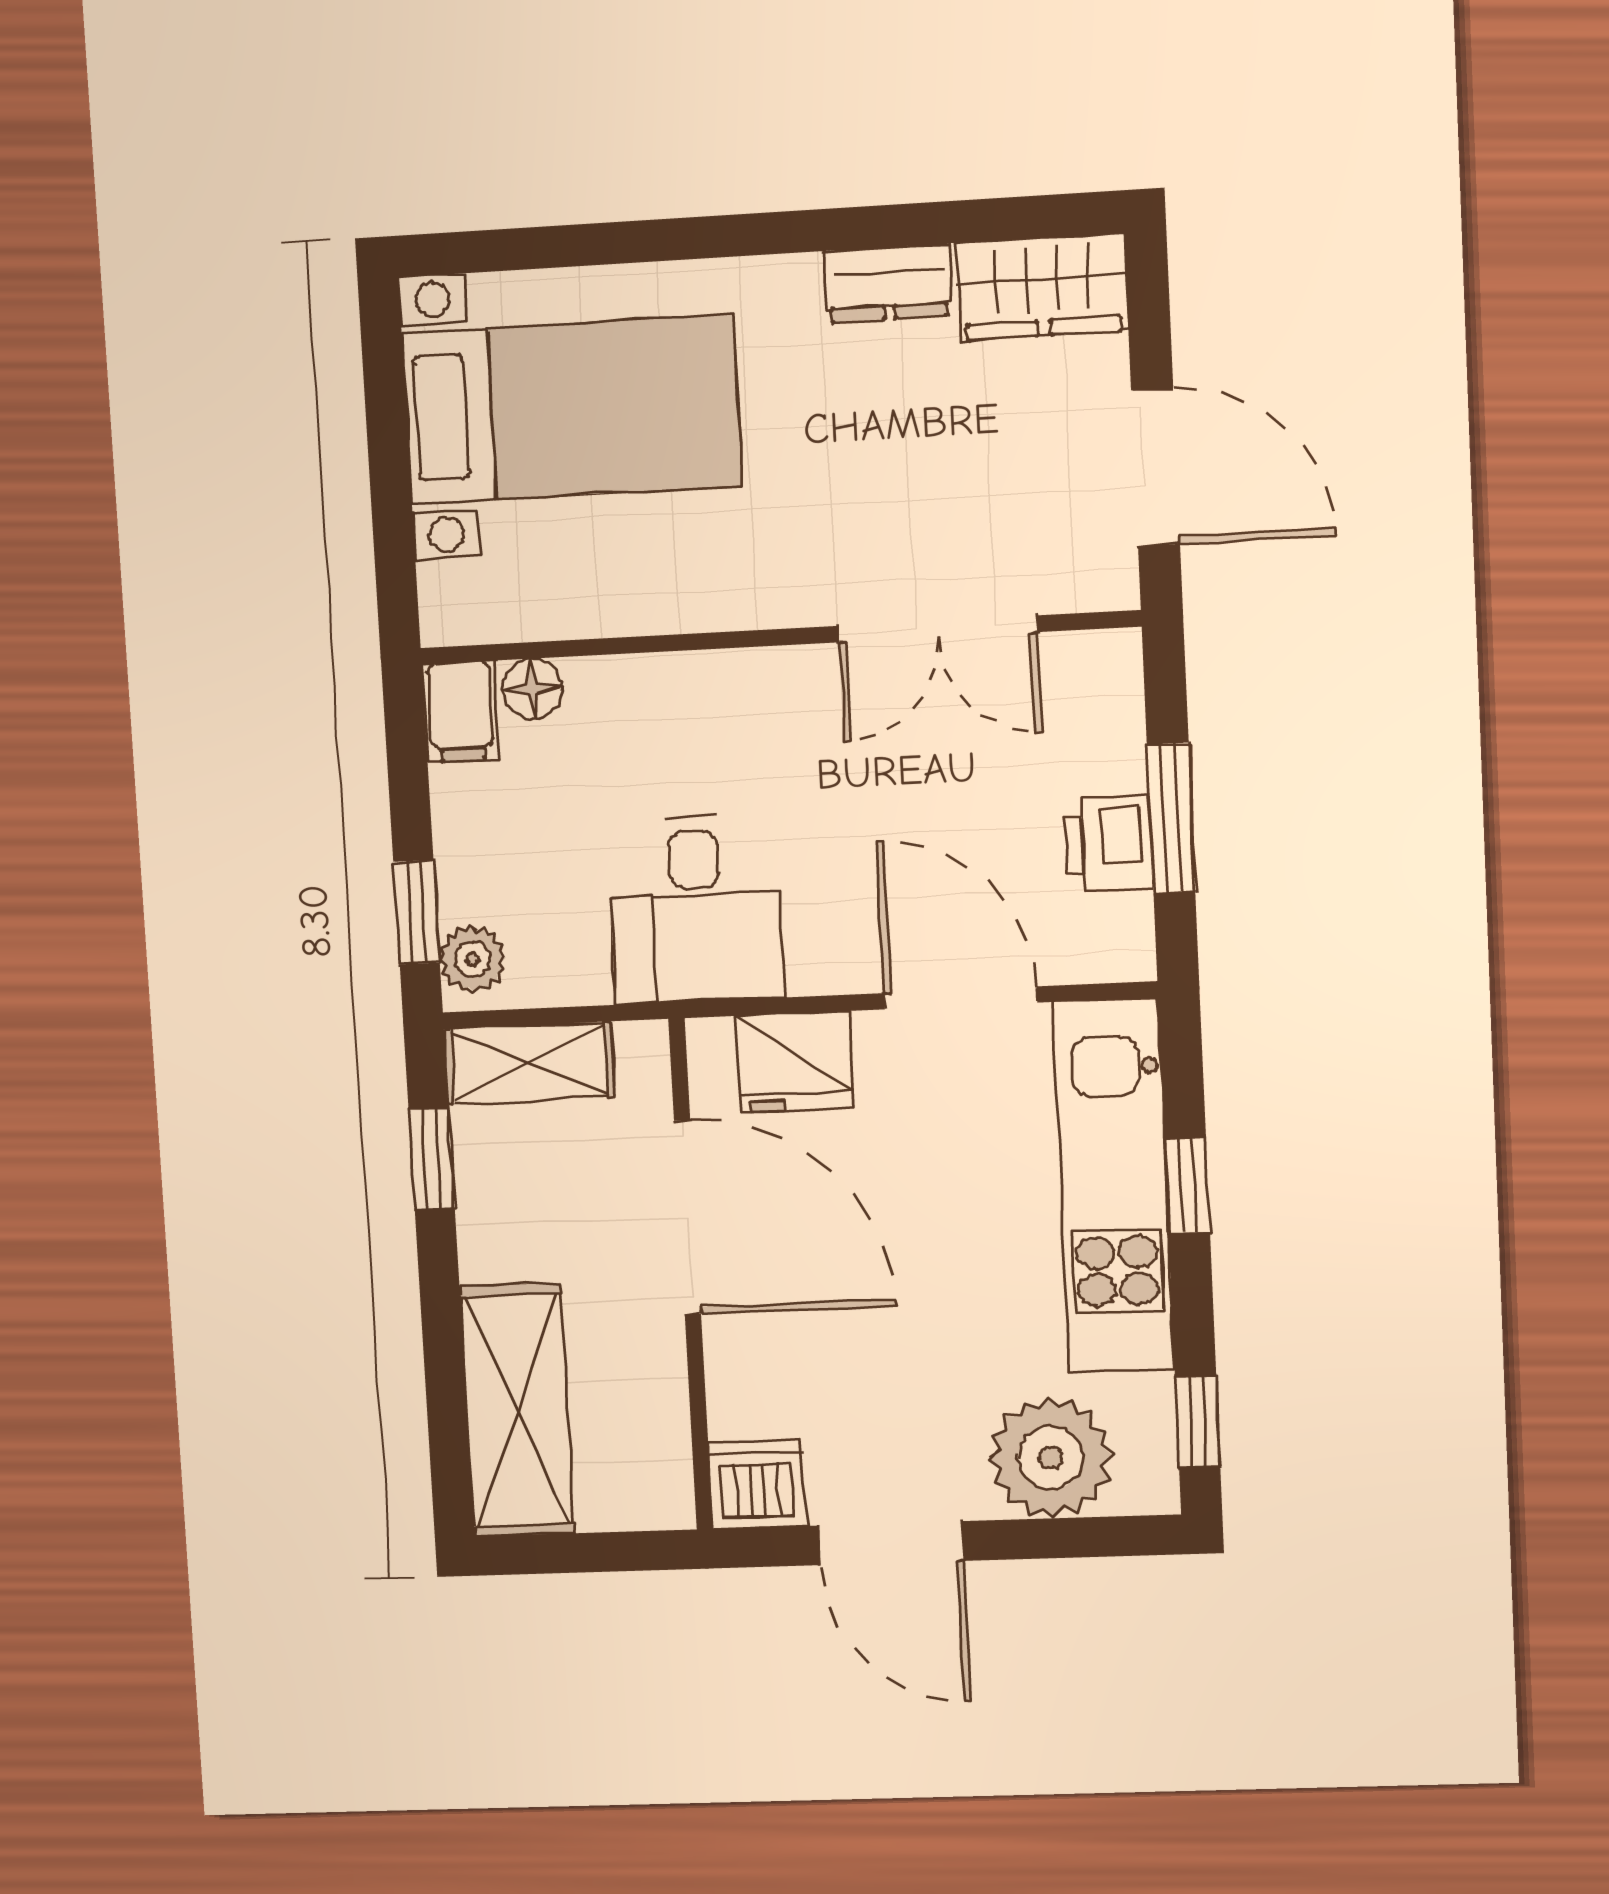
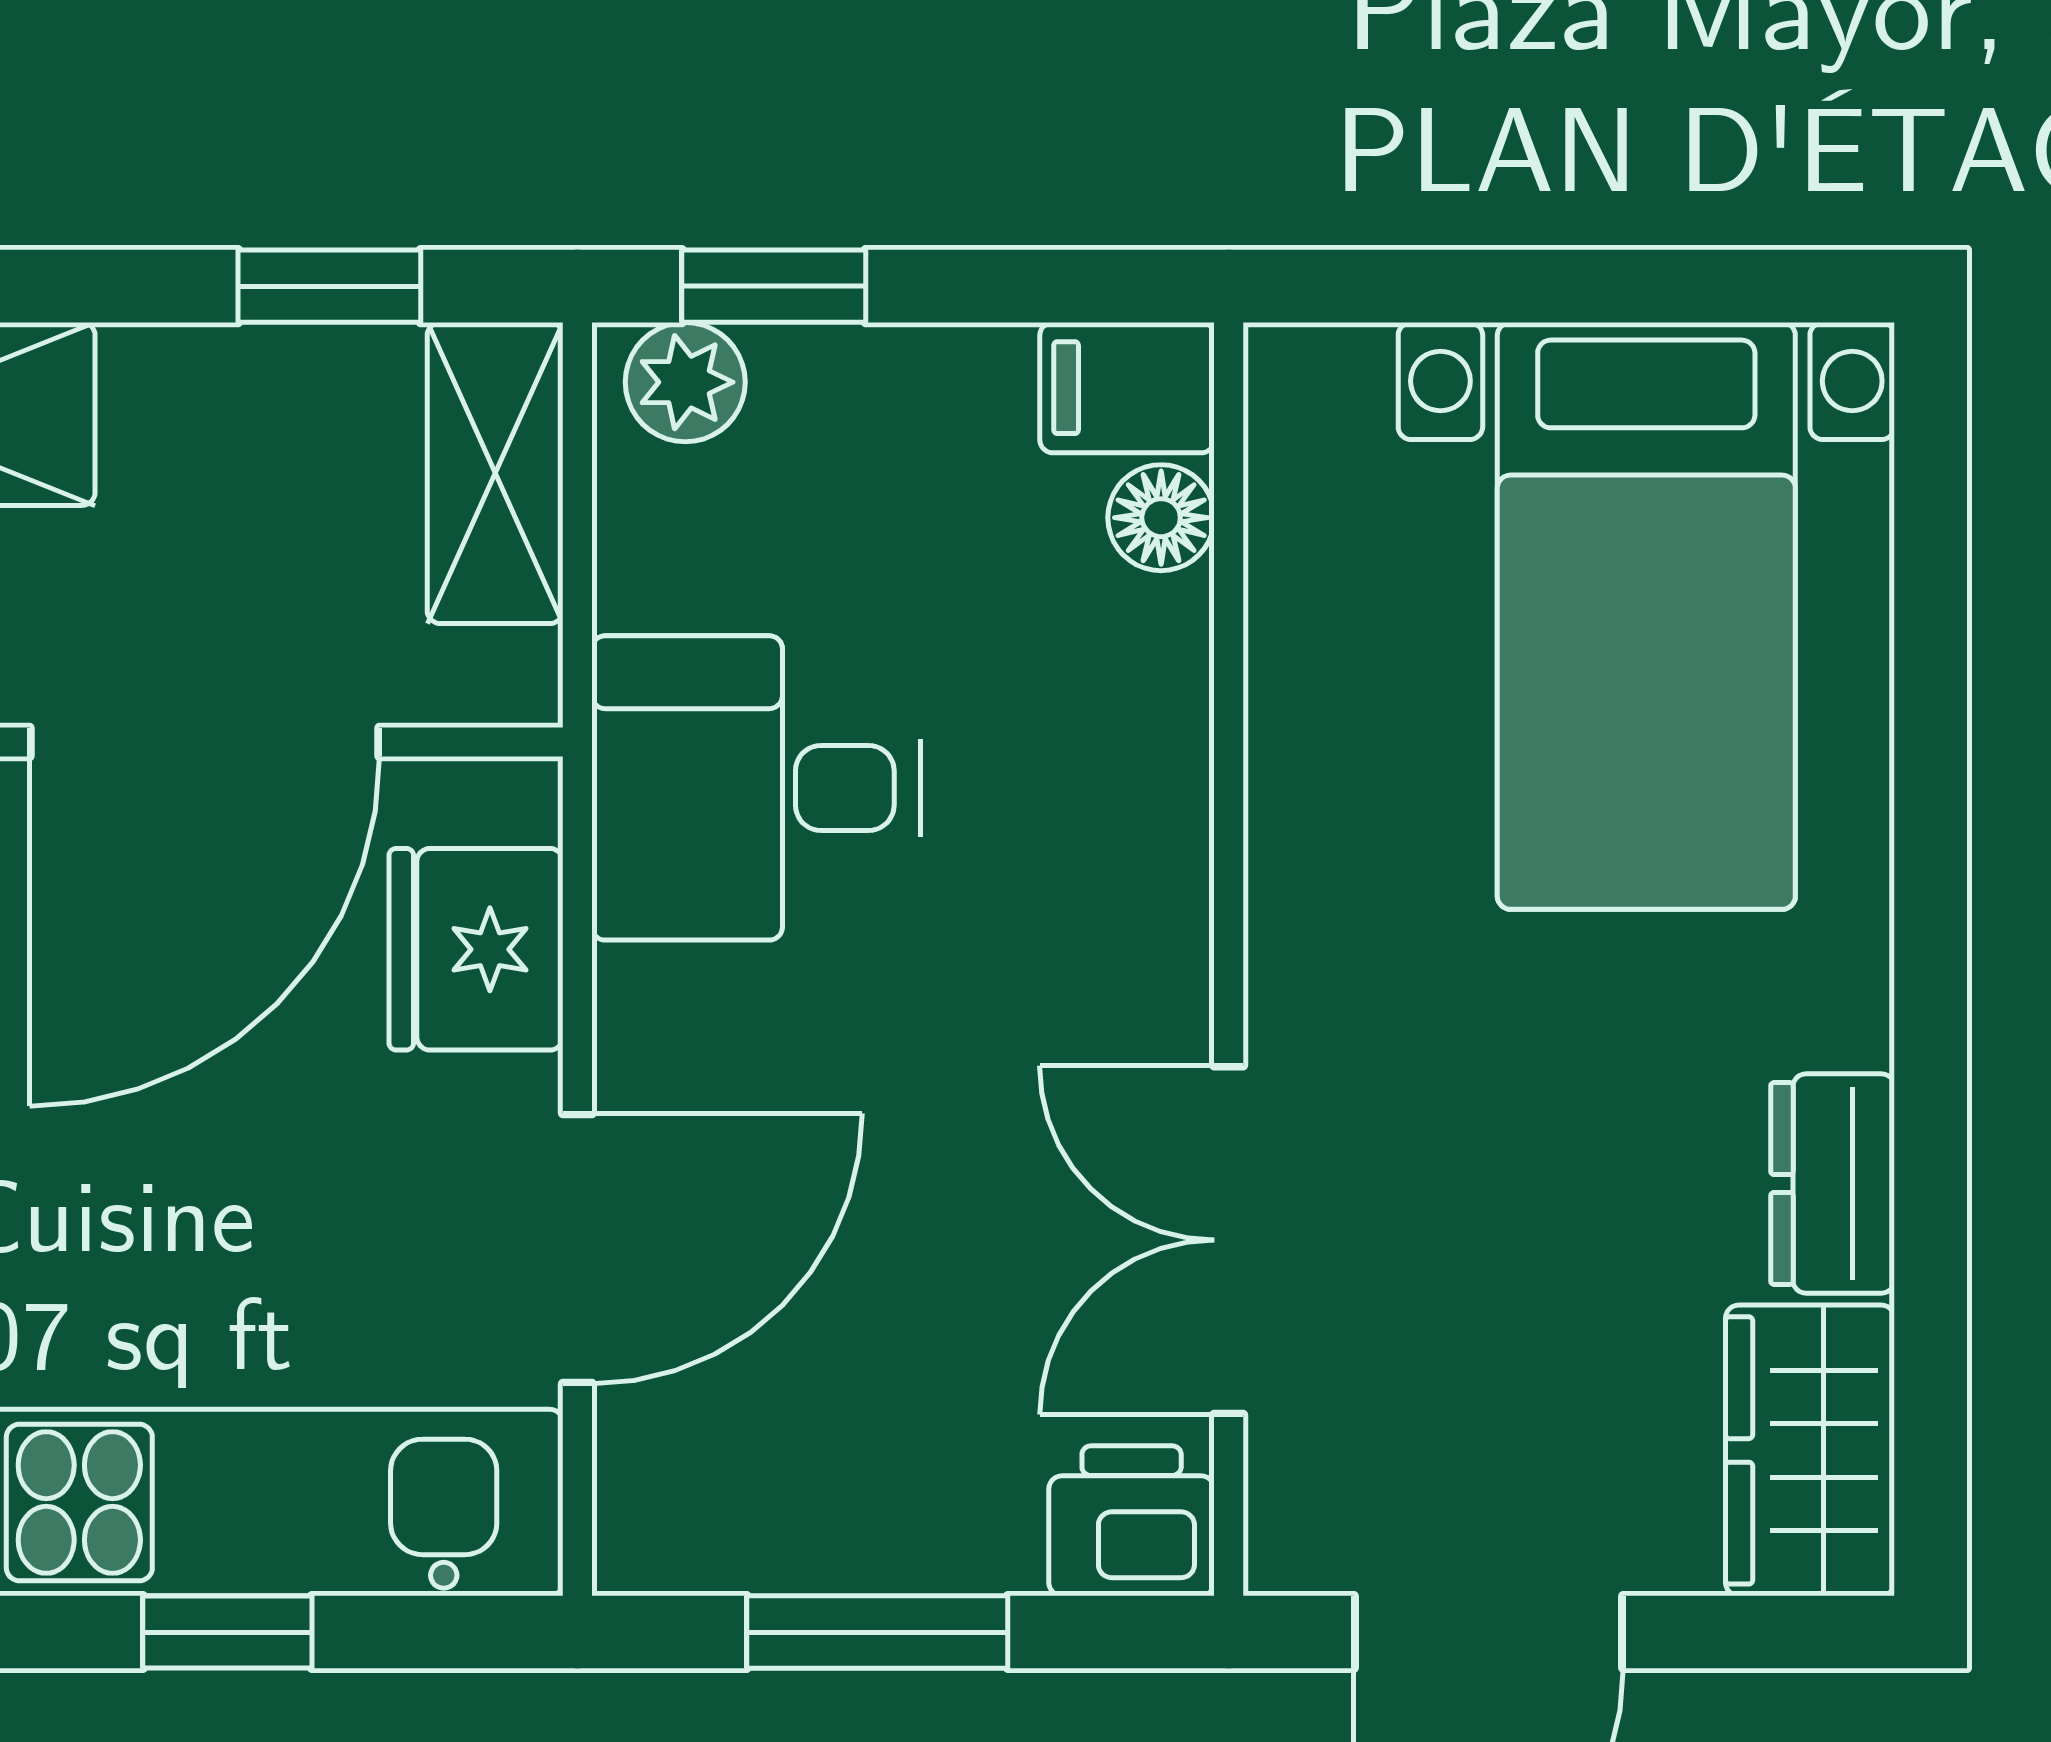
printer: (1108, 844) -> (1132, 1521), moved

